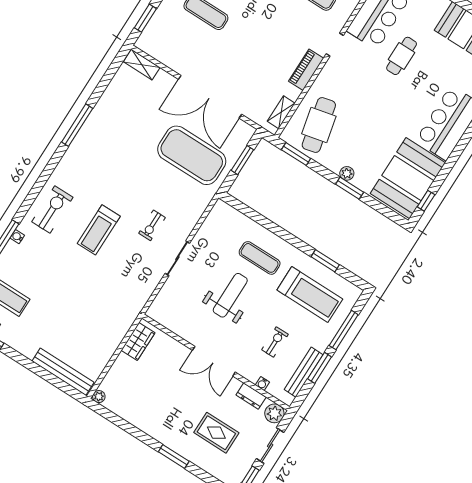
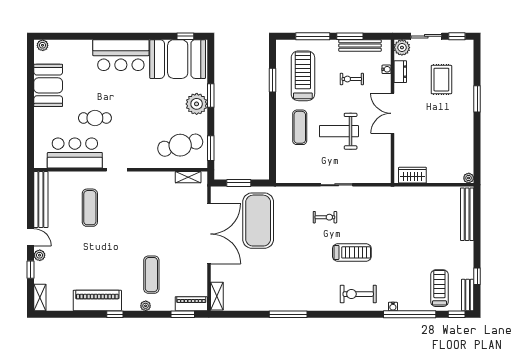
piano: (306, 70) -> (191, 304), moved, turned 180
plant: (347, 173) -> (197, 104), width x1.87, depth x1.87
double door: (214, 361) -> (392, 113), swing flipped

